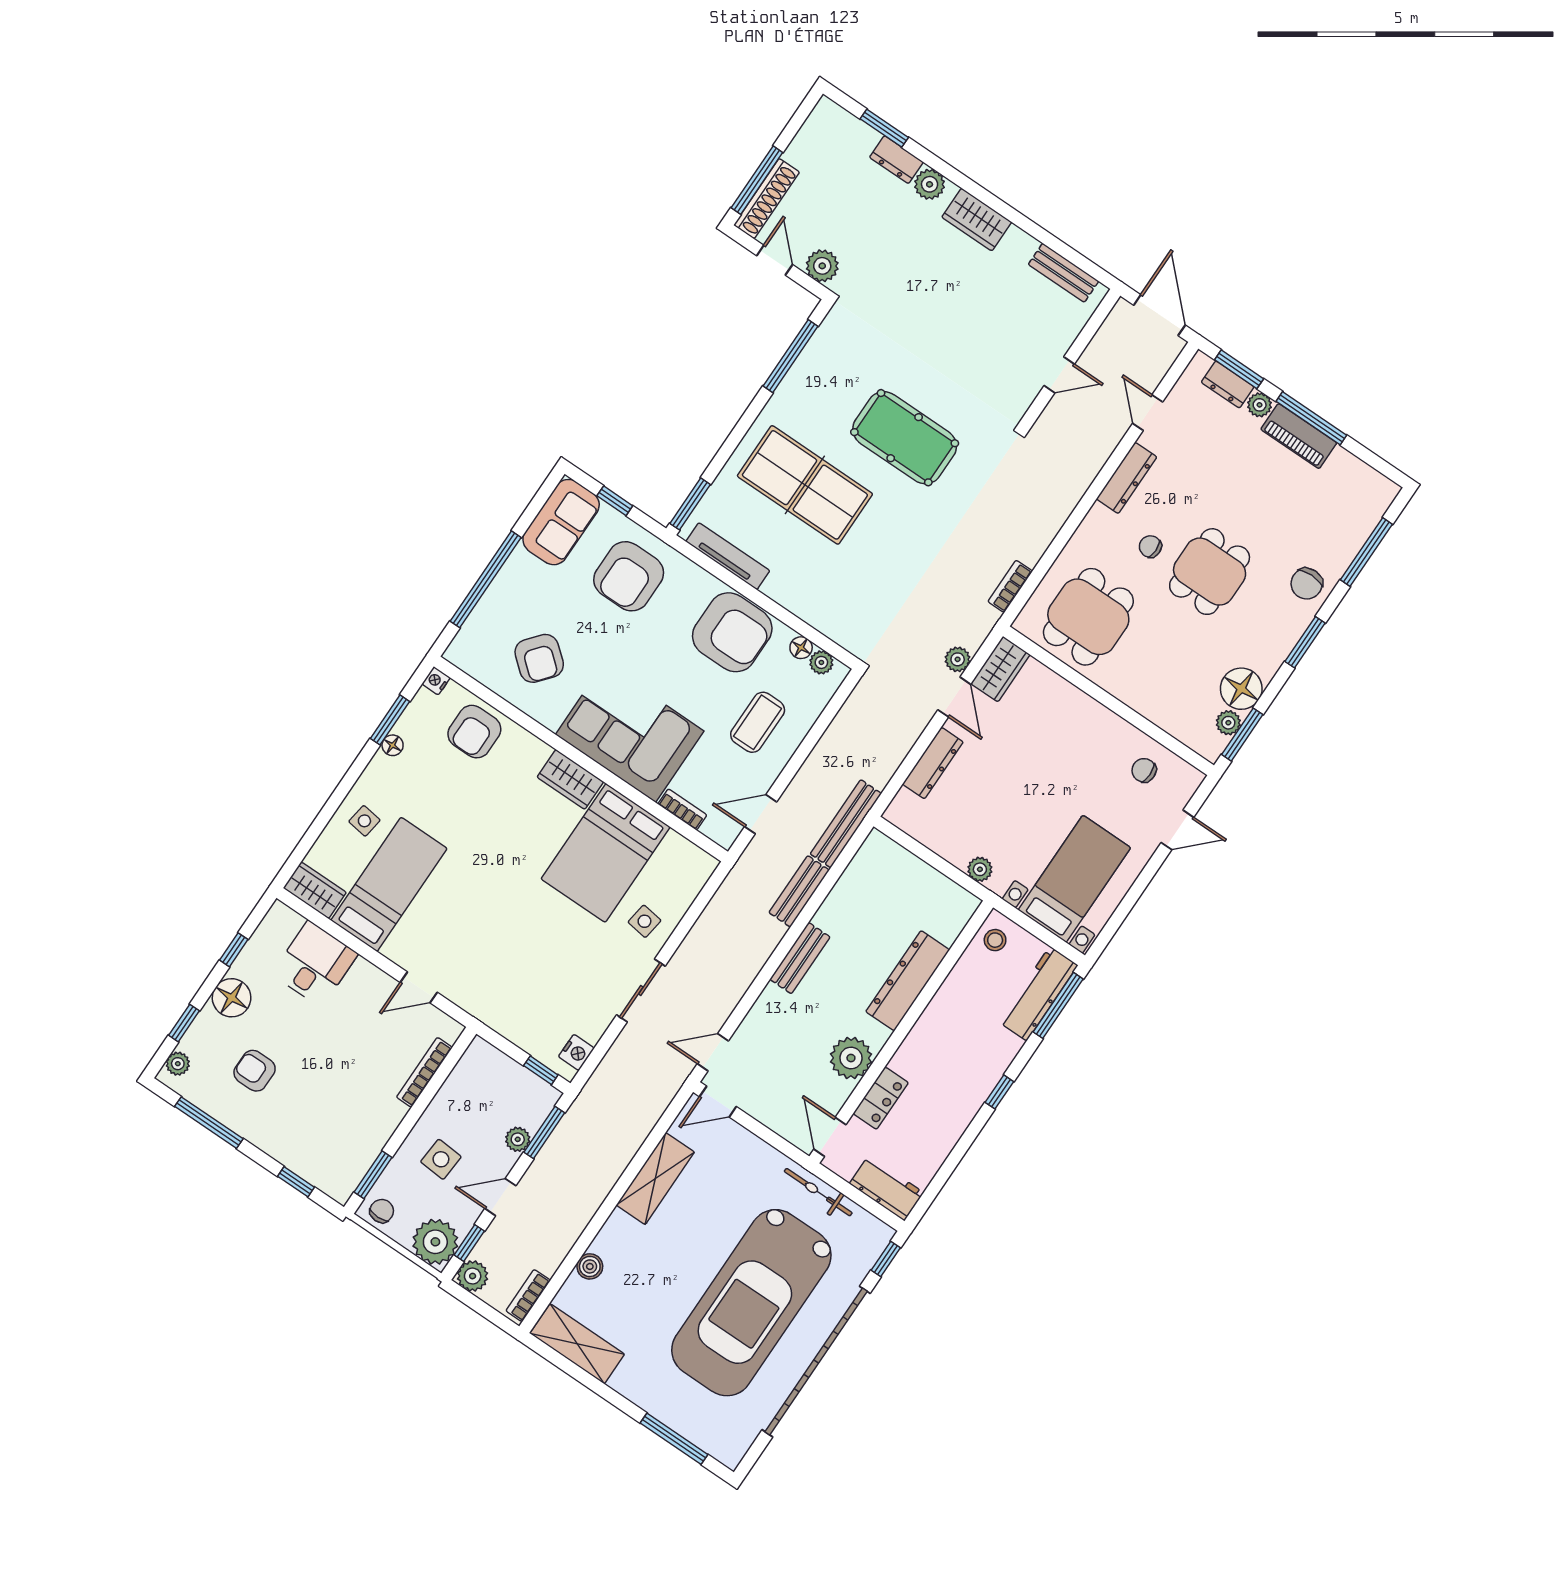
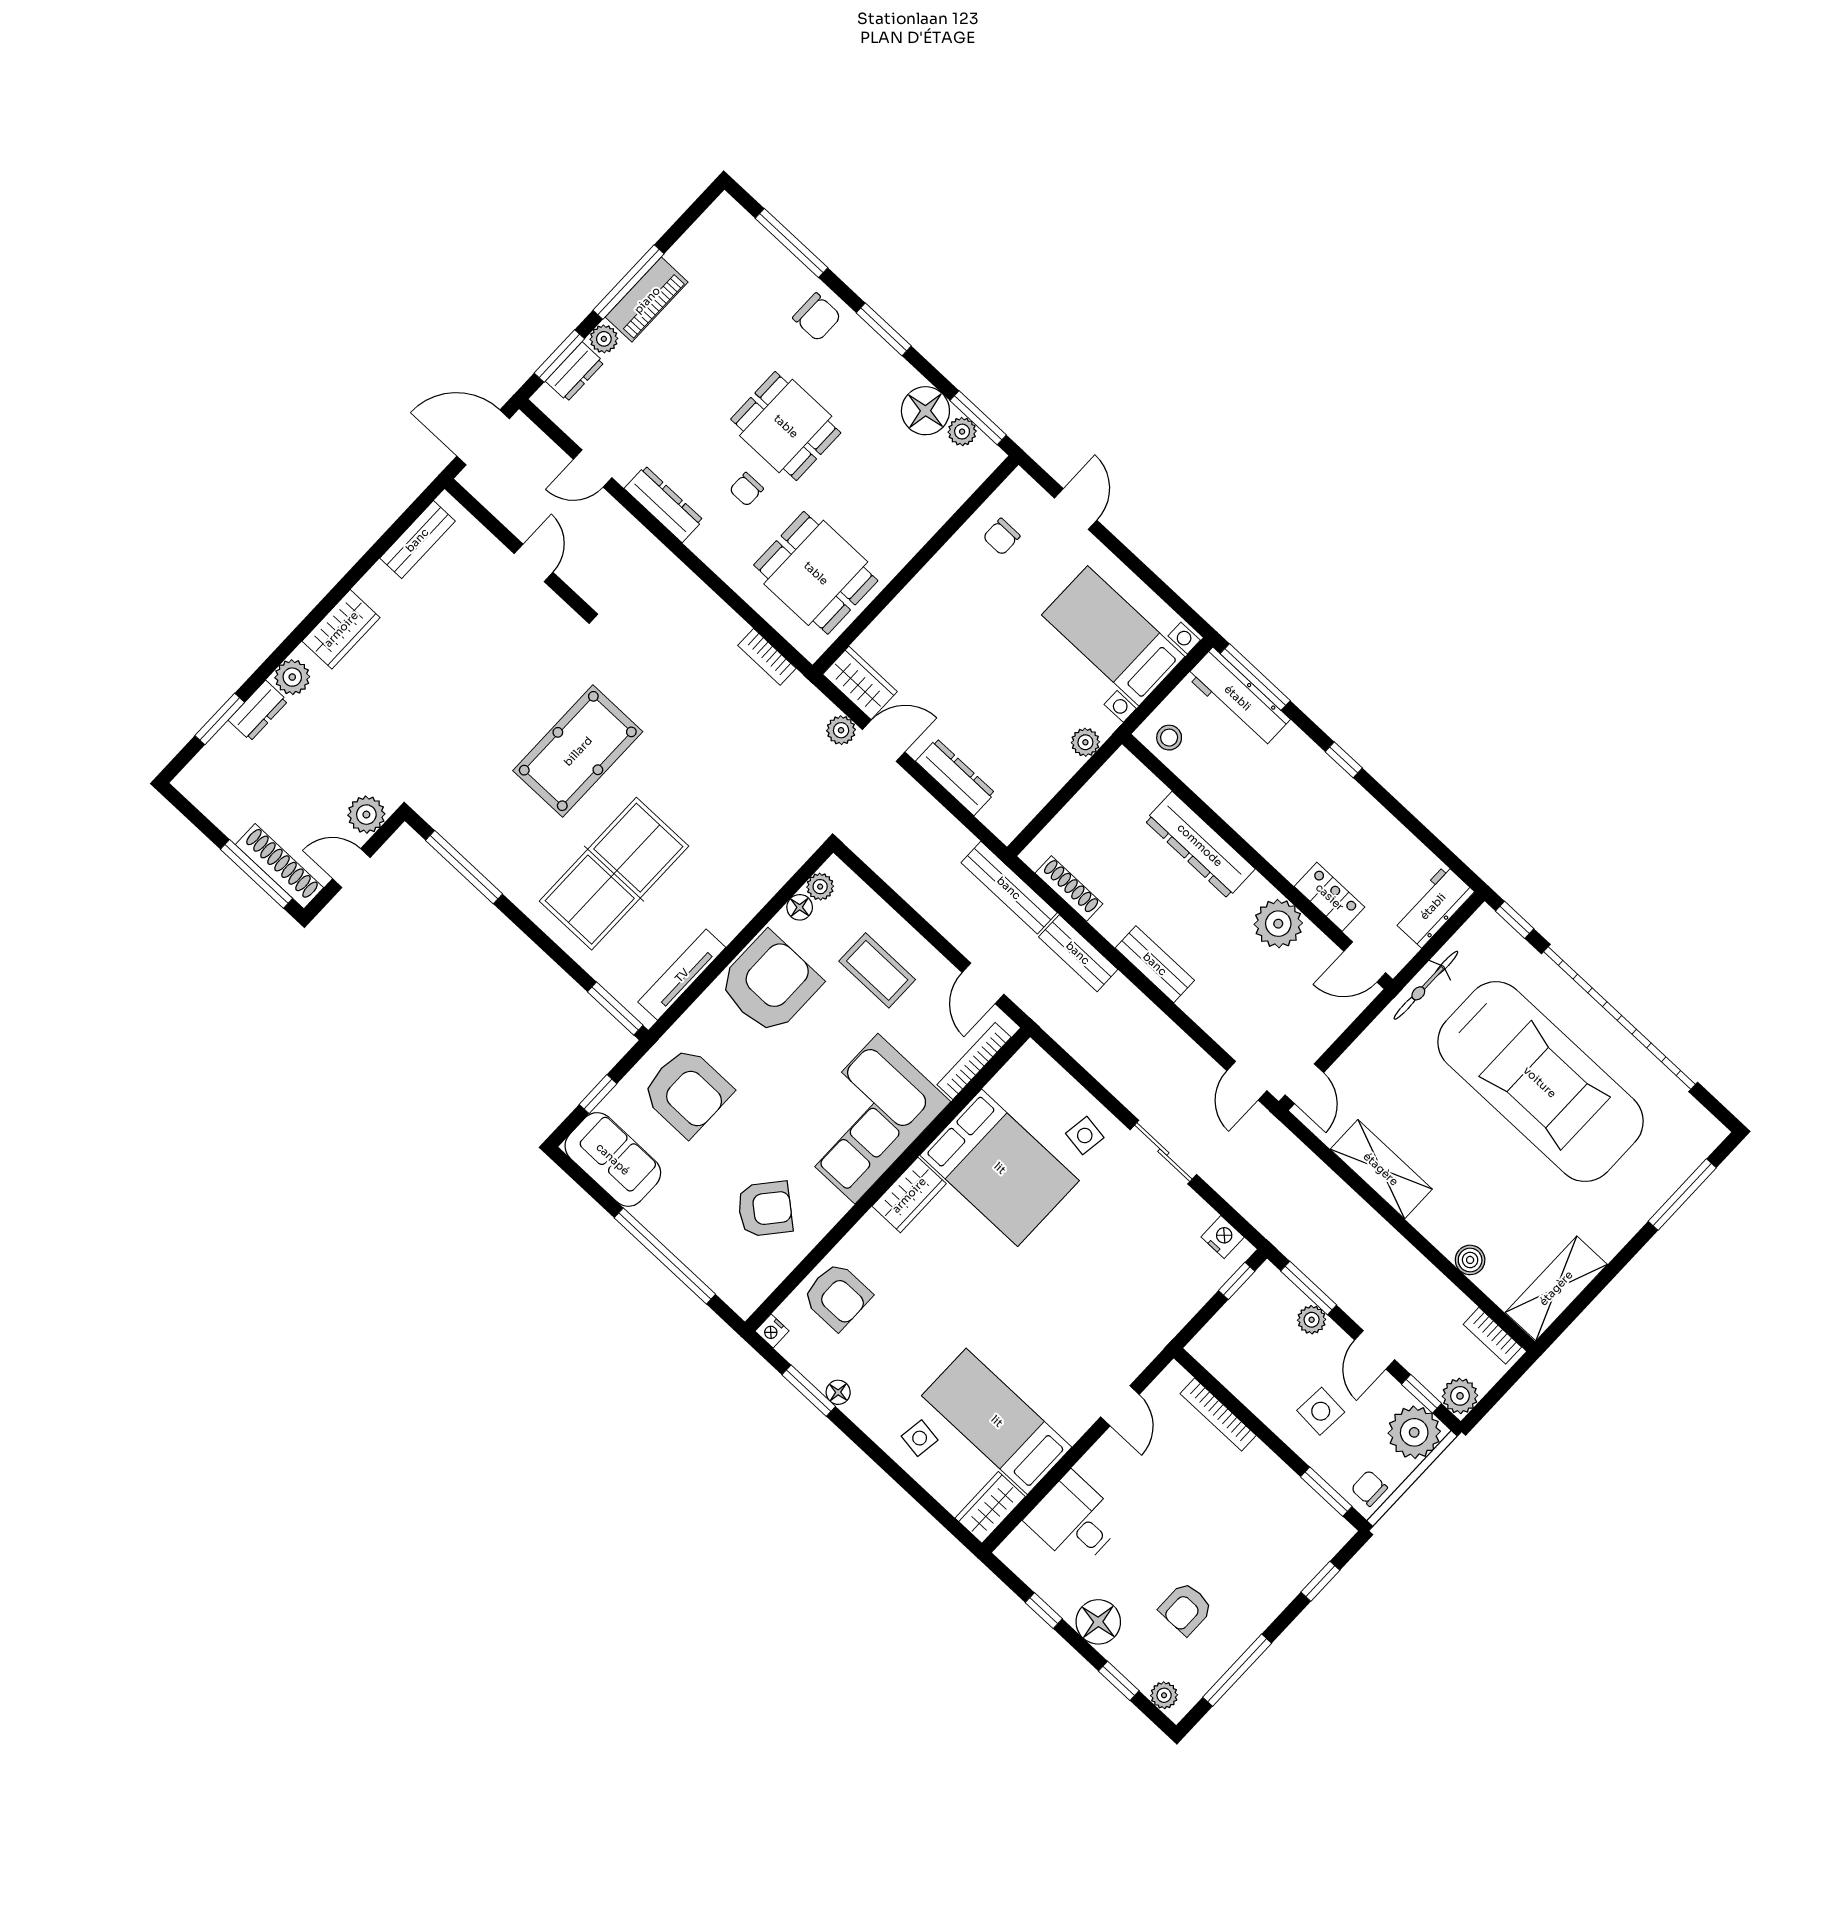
bookcase: (682, 809) -> (974, 1061), width x1.56
shoe rack: (853, 875) -> (1069, 888), added

